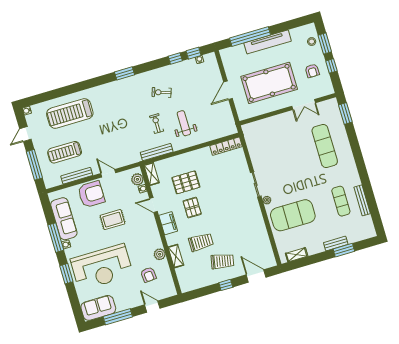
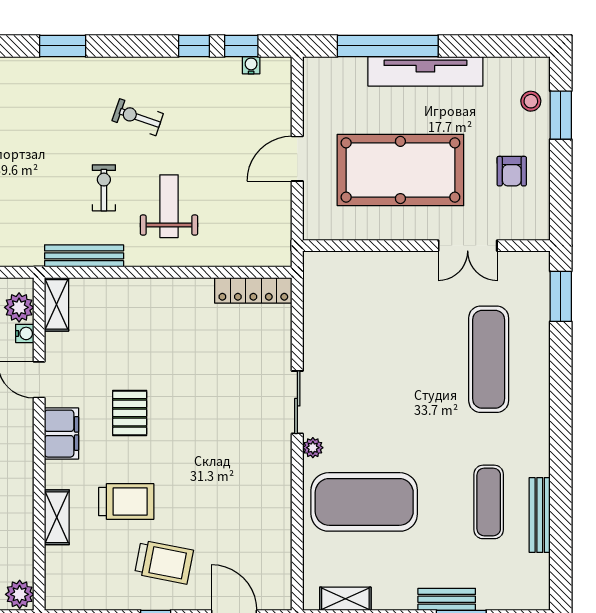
window: (331, 66) -> (561, 173), removed
pallet: (186, 182) -> (132, 349), removed
plant: (160, 254) -> (20, 594), moved

